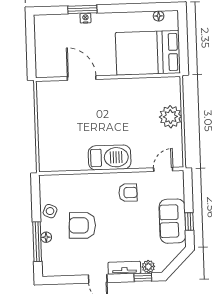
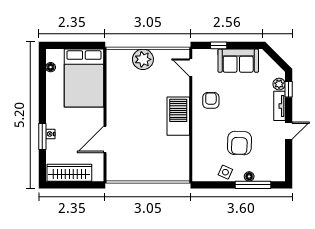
wardrobe: (44, 40) -> (69, 173), added
window: (189, 222) -> (219, 45), moved

